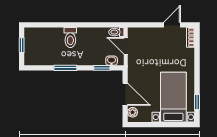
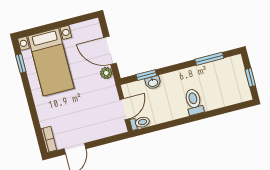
door: (126, 46) -> (124, 109), hinge flipped
washbasin: (112, 61) -> (153, 83), moved
window: (65, 68) -> (209, 59), moved
plant: (133, 112) -> (106, 73), moved

